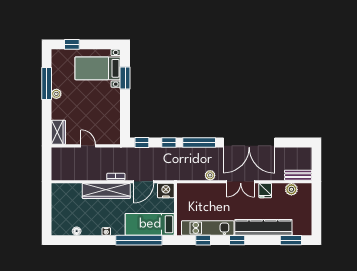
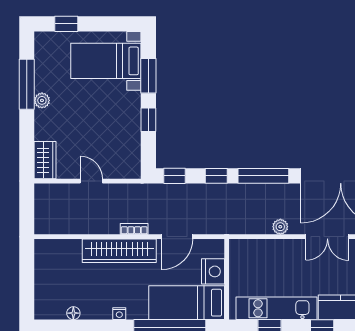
window: (125, 106) -> (148, 120), added
nightstand: (166, 191) -> (213, 271), moved, turned 90

